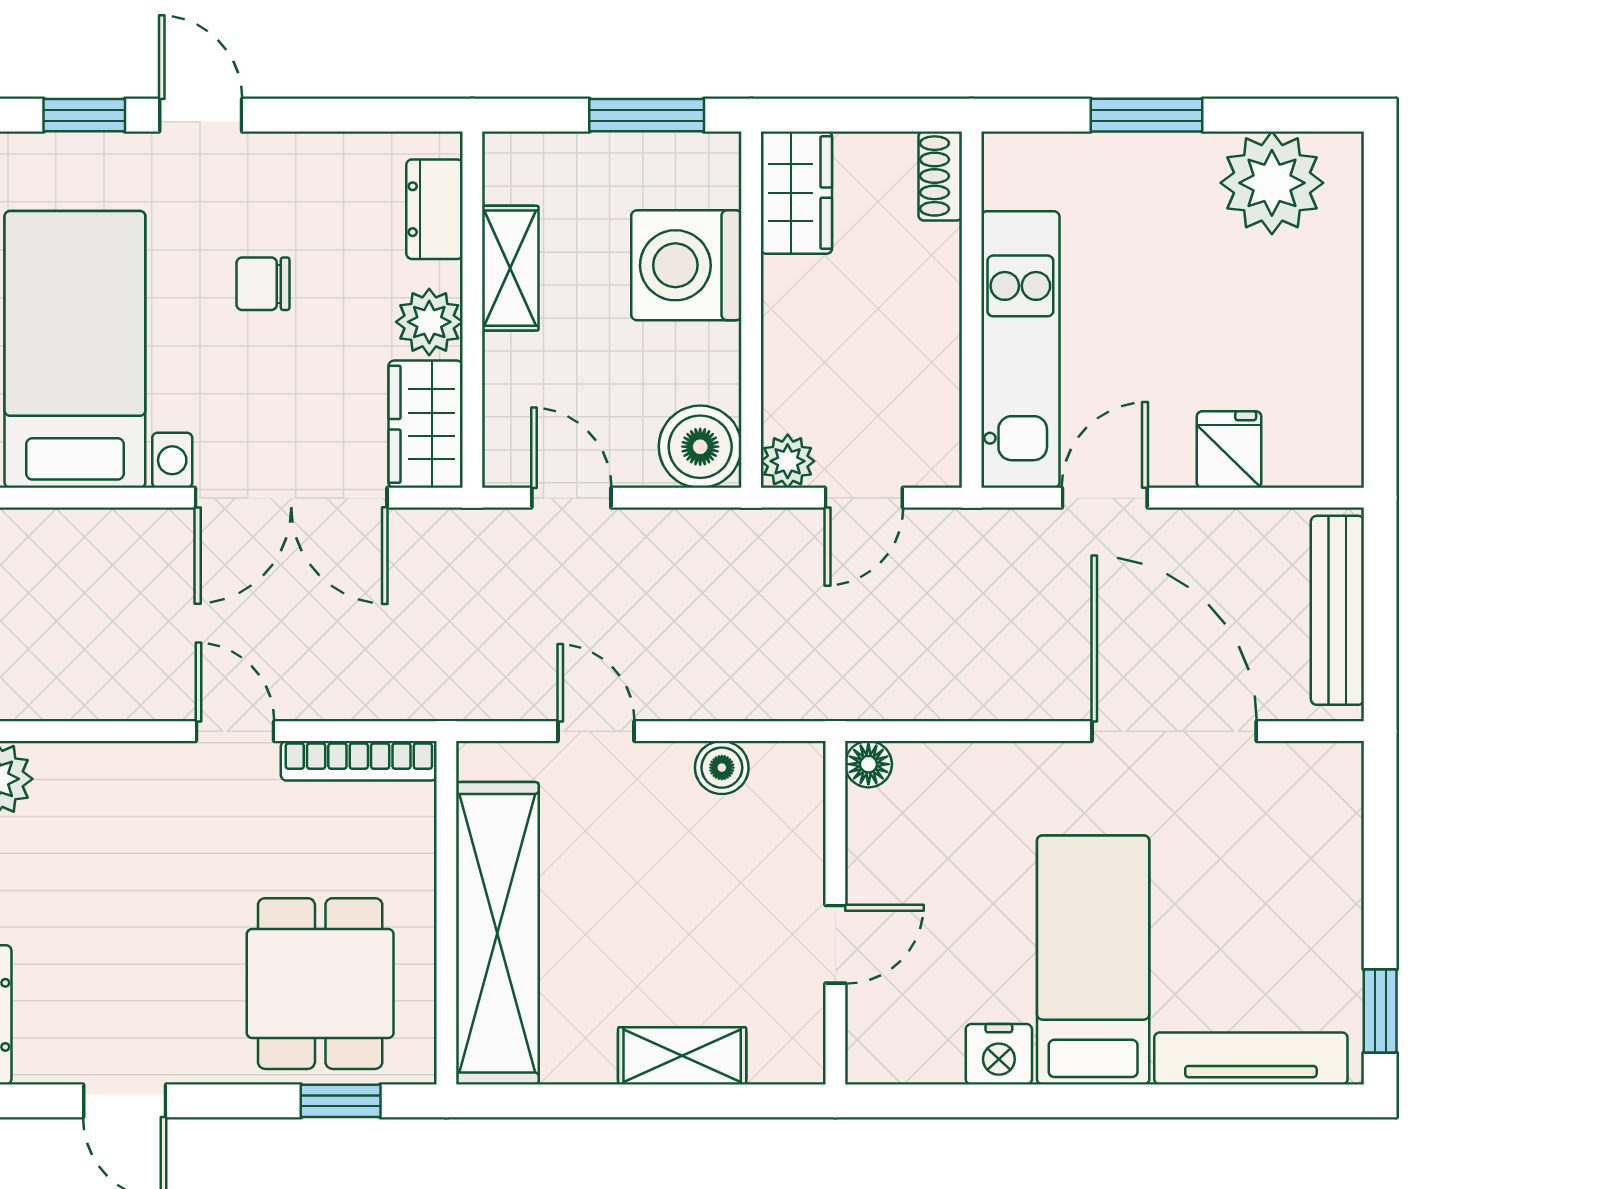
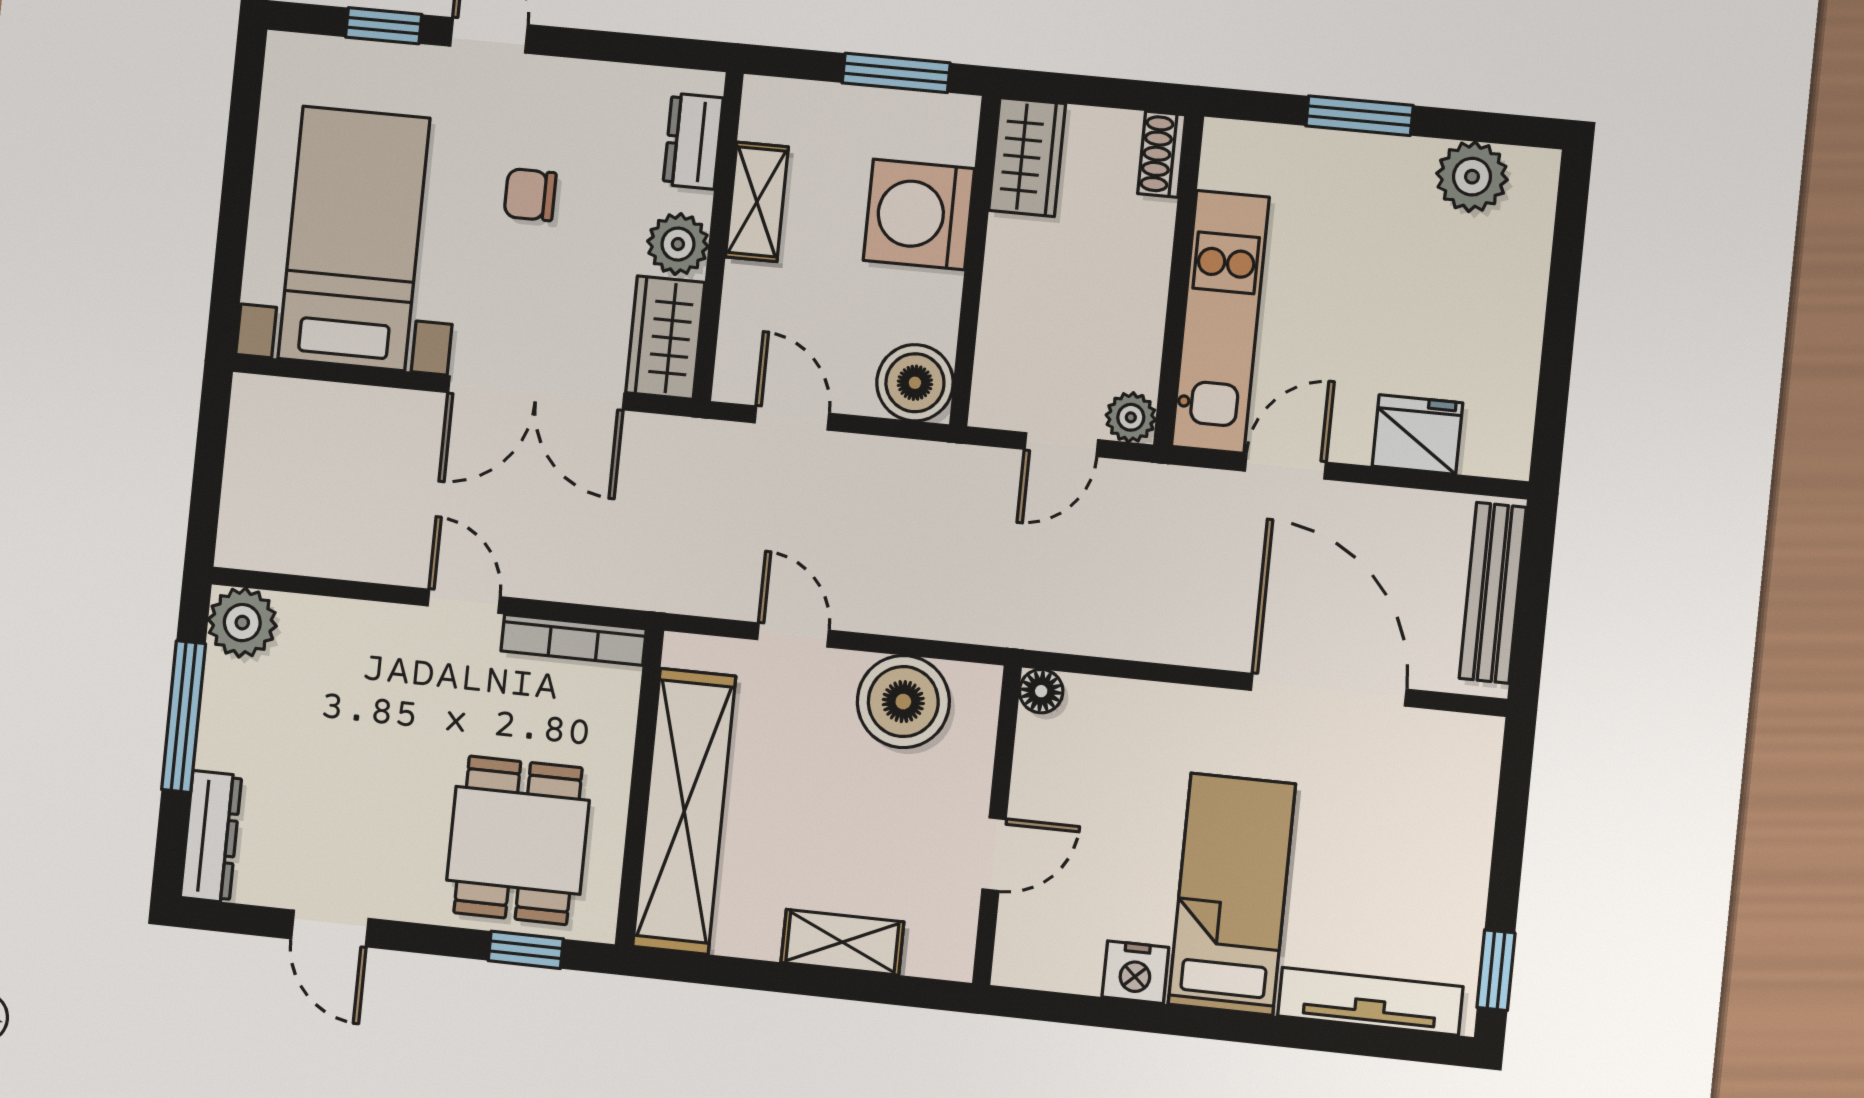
plant: (1272, 183) -> (1472, 177), width x0.73, depth x0.73
fridge: (1229, 450) -> (1417, 434), width x1.38
plant: (788, 461) -> (1131, 417), moved
boiler: (722, 768) -> (903, 702), width x1.86, depth x1.86

